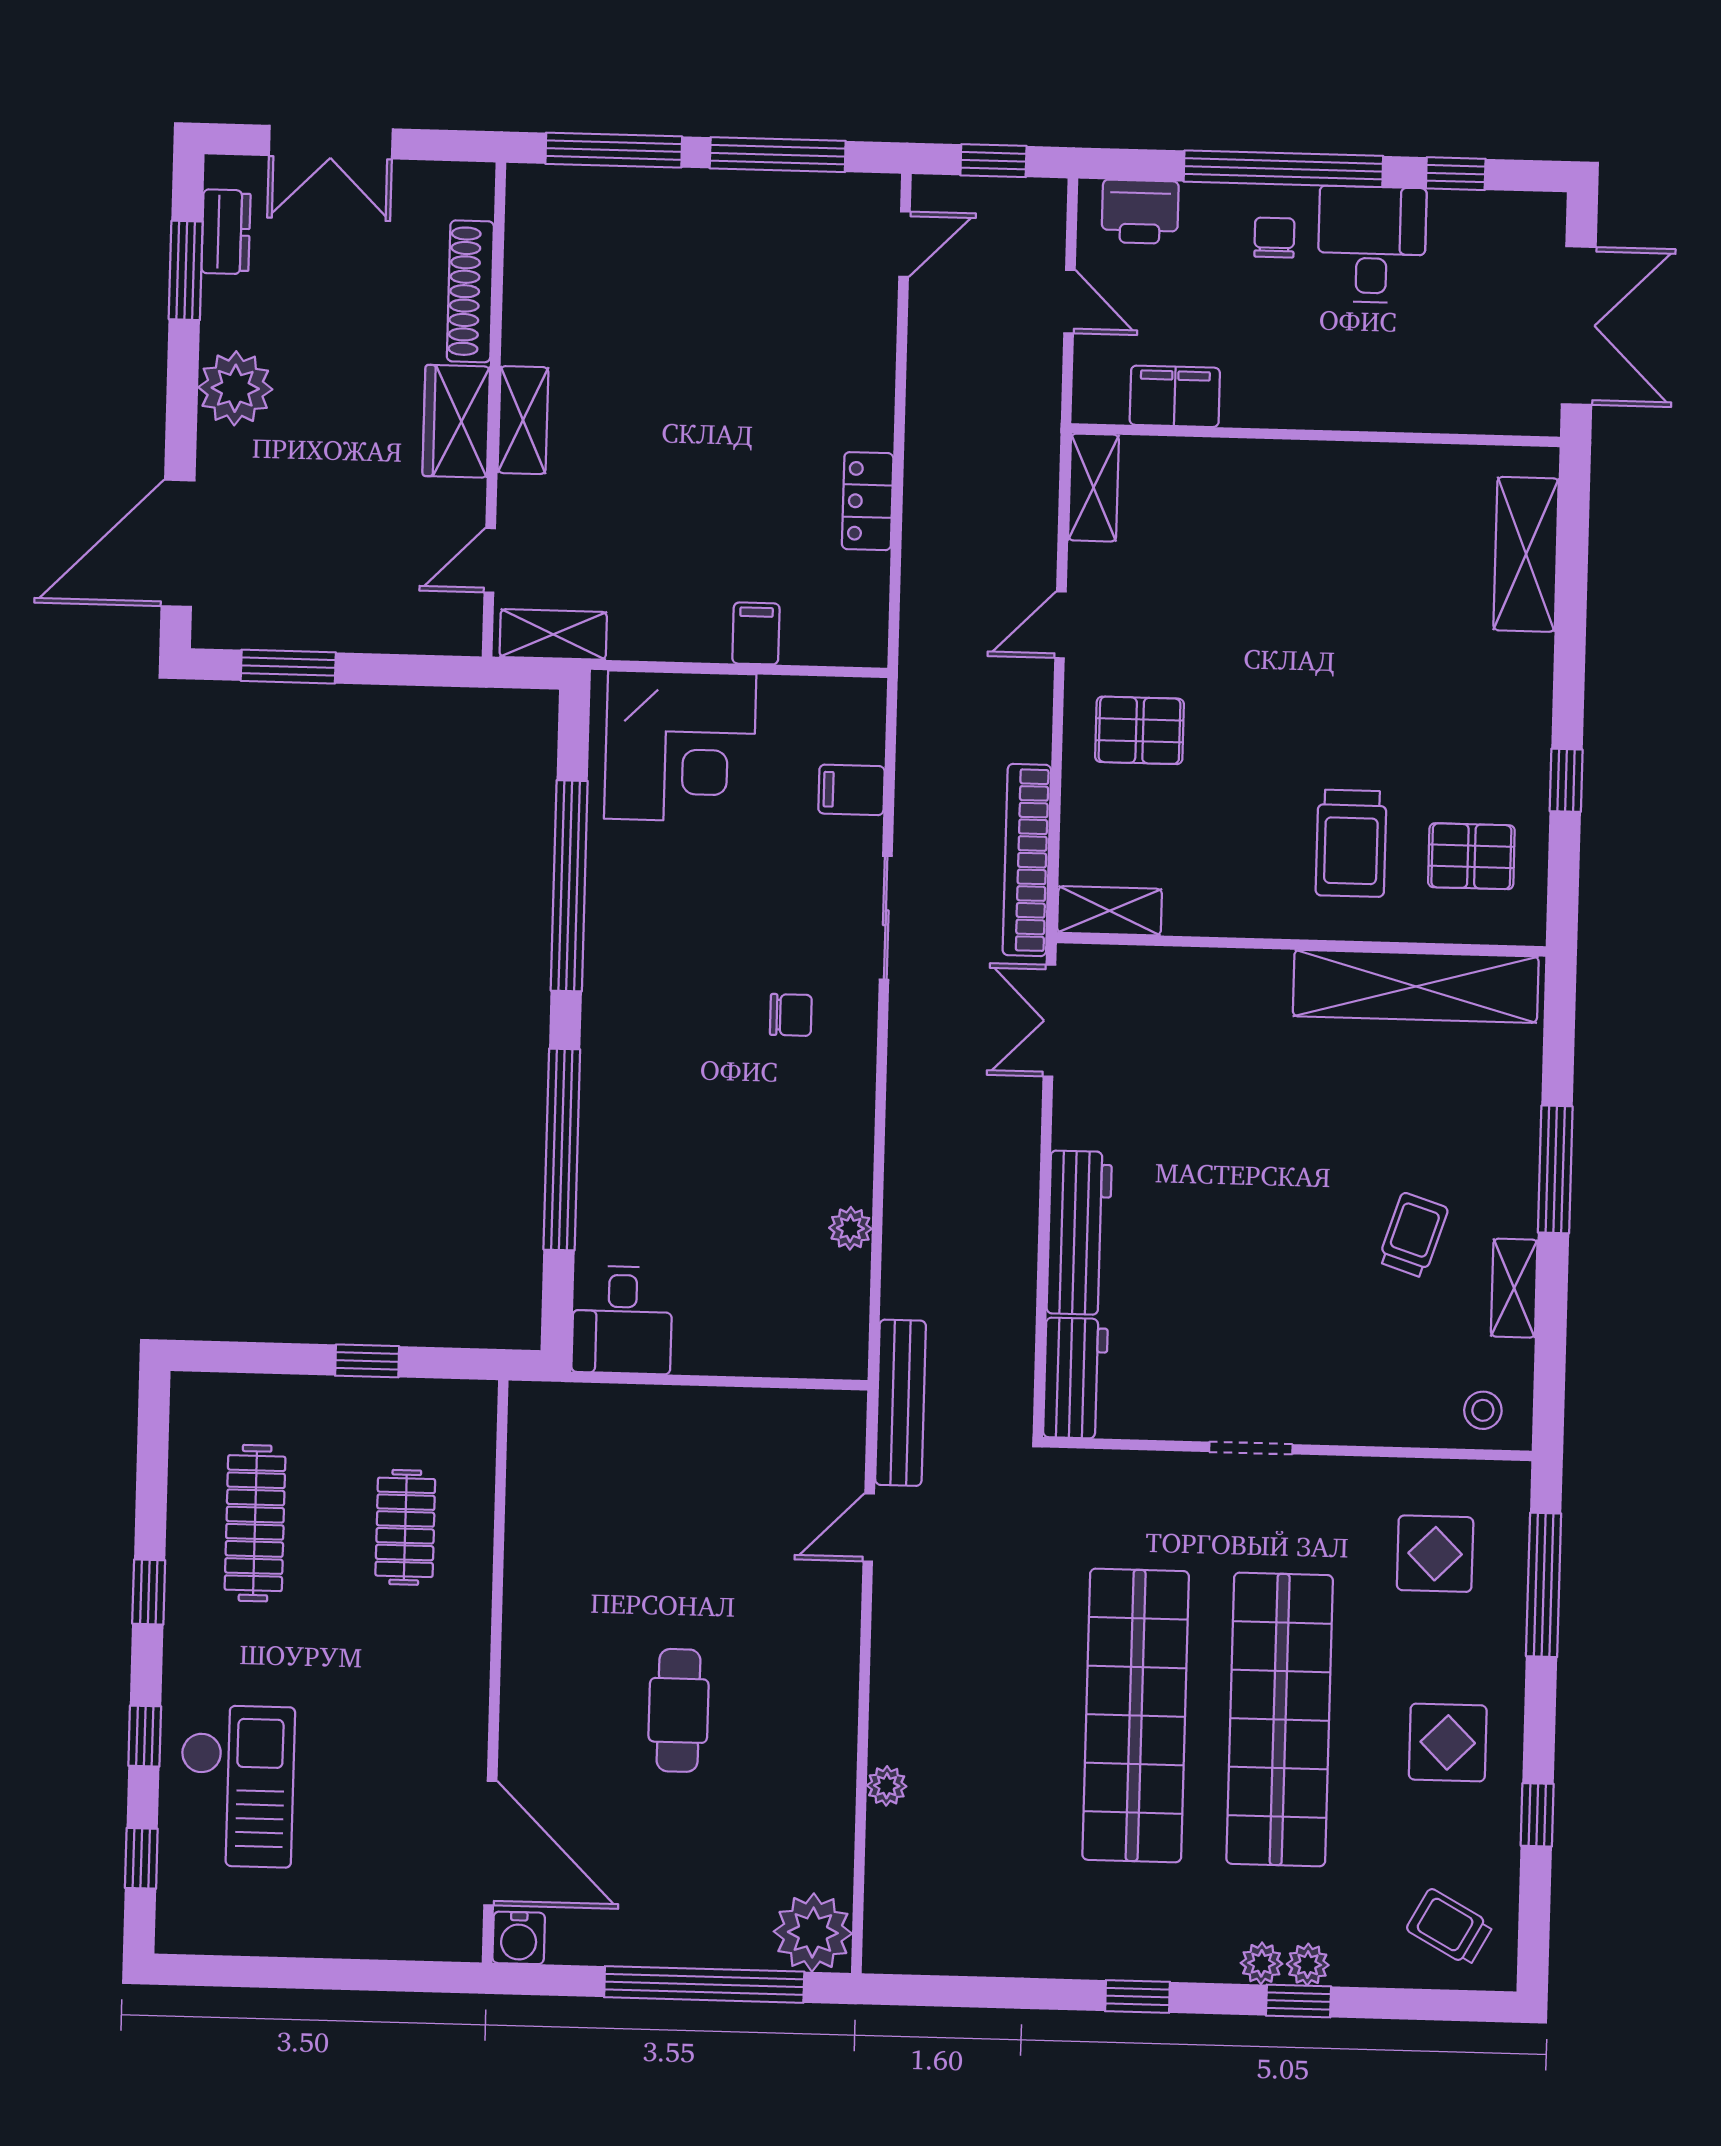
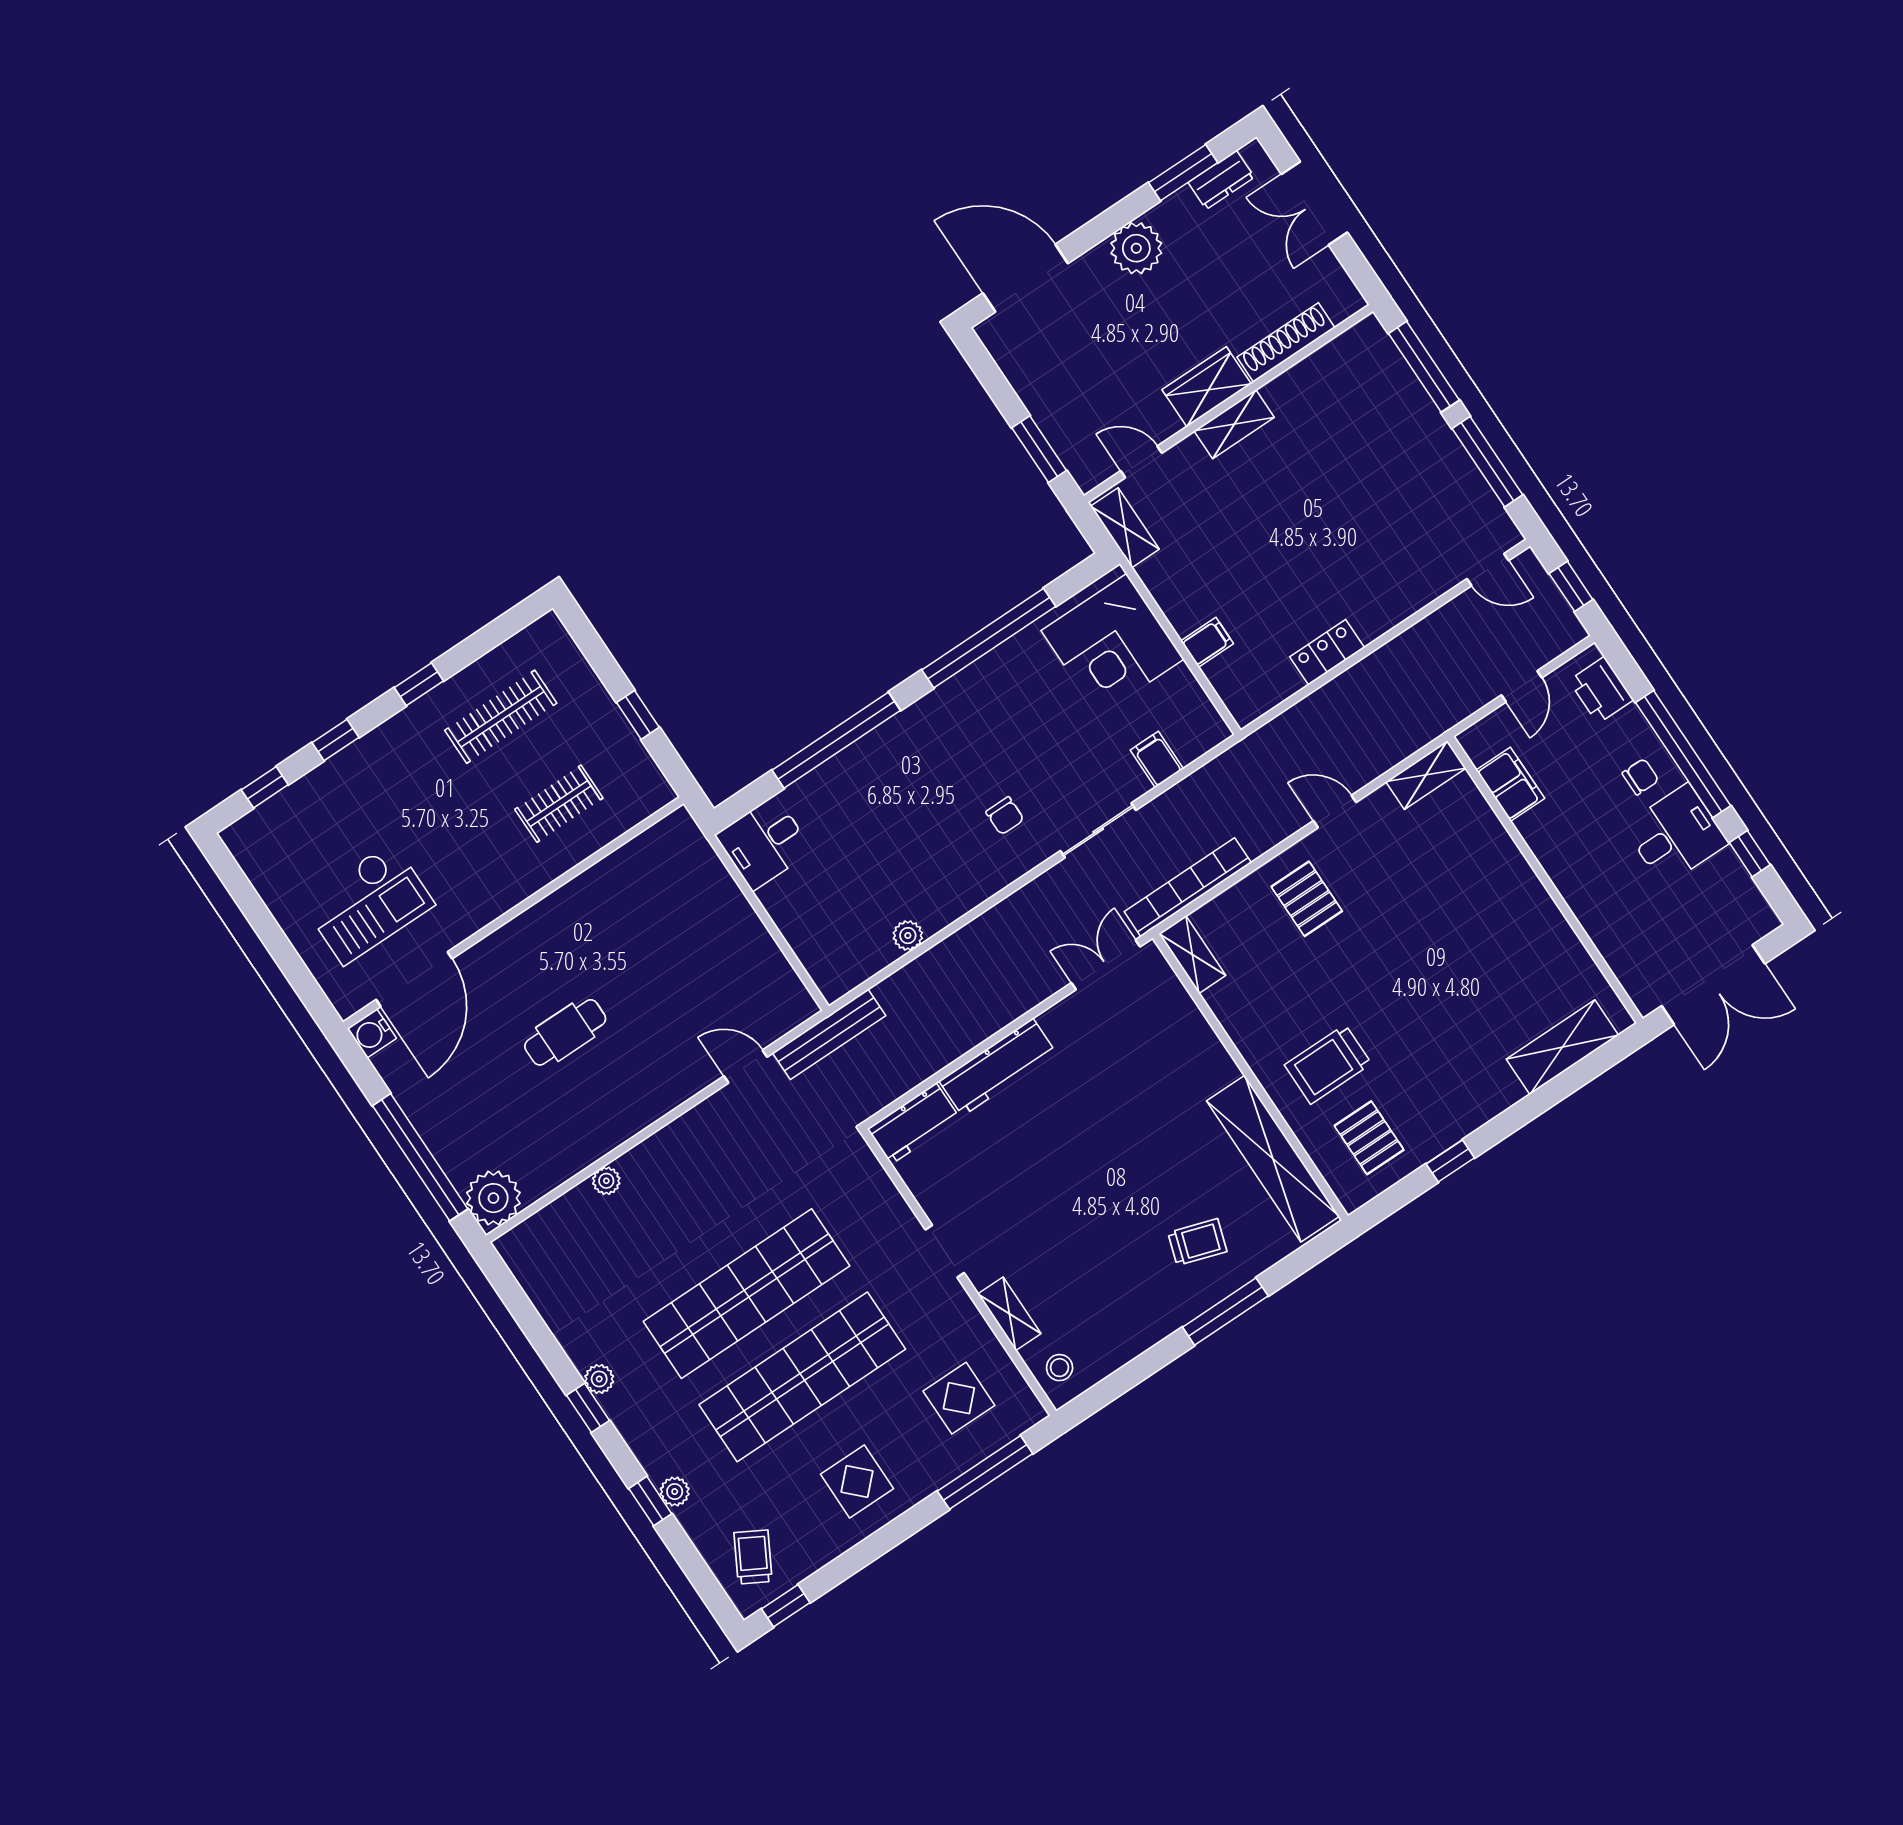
window: (288, 667) -> (1039, 449), moved
trolley: (1413, 1235) -> (1197, 1242), moved
shelving: (1514, 1288) -> (1009, 1314), moved, turned 90
checkout: (237, 1786) -> (368, 903), moved
window: (1537, 1815) -> (786, 1606), moved
plant: (1261, 1963) -> (599, 1379), moved

